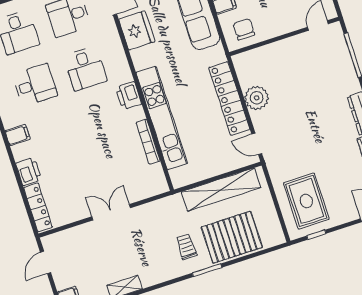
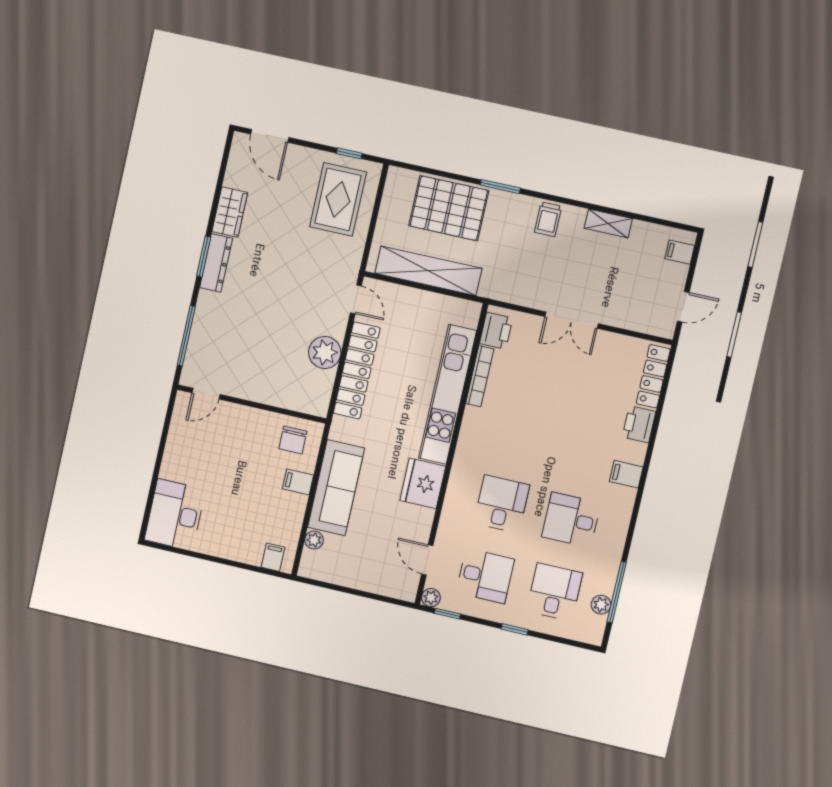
fridge: (137, 30) -> (423, 483), moved
printer: (129, 96) -> (496, 331), moved
trolley: (186, 247) -> (548, 219), moved

